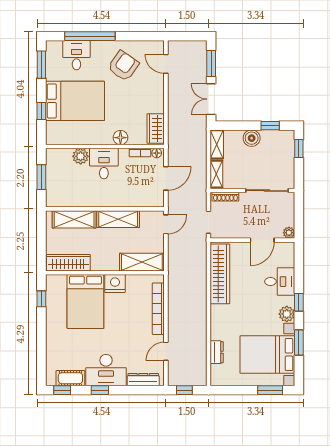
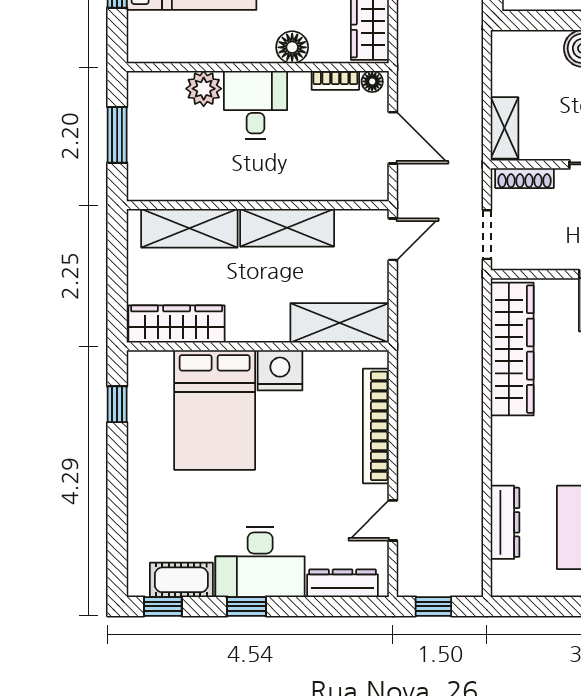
shelving: (217, 144) -> (505, 62), removed
door: (166, 178) -> (393, 138), hinge flipped
dresser: (217, 352) -> (505, 522), width x1.44

